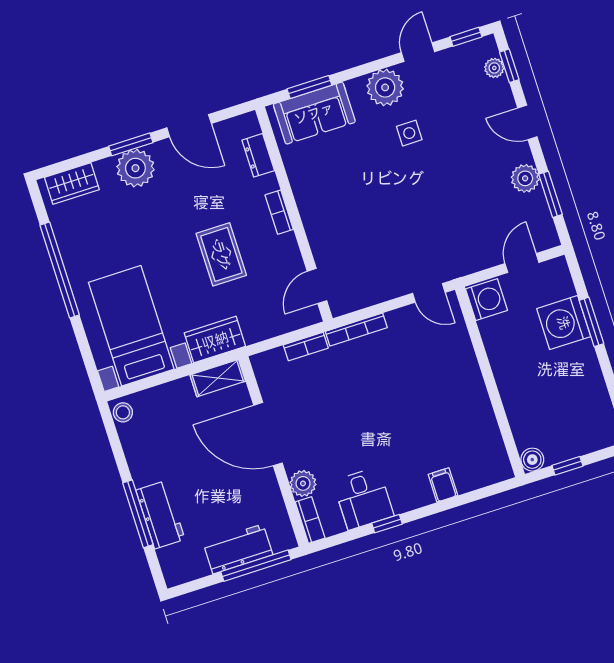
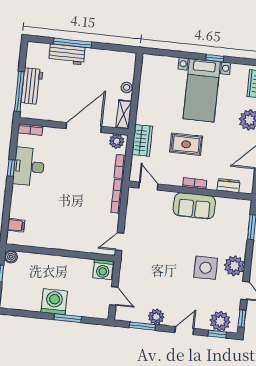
plant: (494, 68) -> (220, 321), width x1.87, depth x1.87
sofa: (314, 113) -> (194, 206), moved, turned -90
side table: (409, 133) -> (206, 268), width x1.87, depth x1.87
window: (60, 270) -> (215, 58), width x0.32
washing machine: (564, 323) -> (54, 302), moved
bed with nightstands: (131, 326) -> (202, 90), moved, turned 90
wardrobe: (215, 340) -> (142, 140), moved
stool: (123, 412) -> (127, 87), moved
plant: (303, 483) -> (117, 141), moved
filing cabinet: (443, 485) -> (16, 225), moved
desk: (363, 498) -> (29, 167), width x1.37

